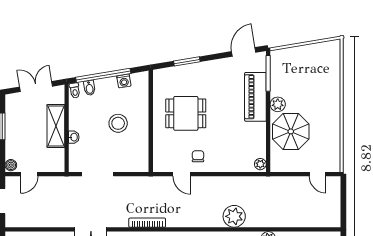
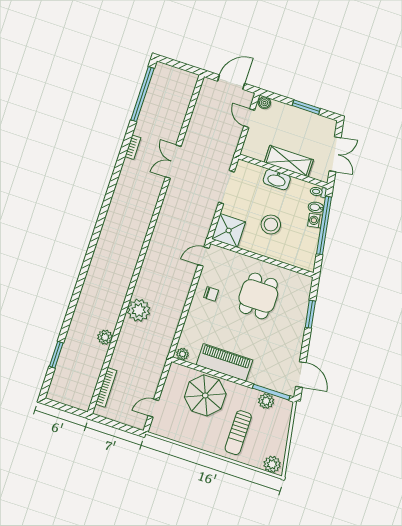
plant: (333, 51) -> (272, 464), added
washing machine: (124, 81) -> (315, 221), moved
sun lounger: (314, 91) -> (238, 433), added
piano: (255, 97) -> (224, 362), moved
plant: (278, 104) -> (266, 401), moved
washbasin: (74, 137) -> (277, 180), width x1.91, depth x1.45
shower: (136, 159) -> (229, 231), added
door: (182, 174) -> (204, 257), moved
bookcase: (147, 223) -> (106, 387), moved

